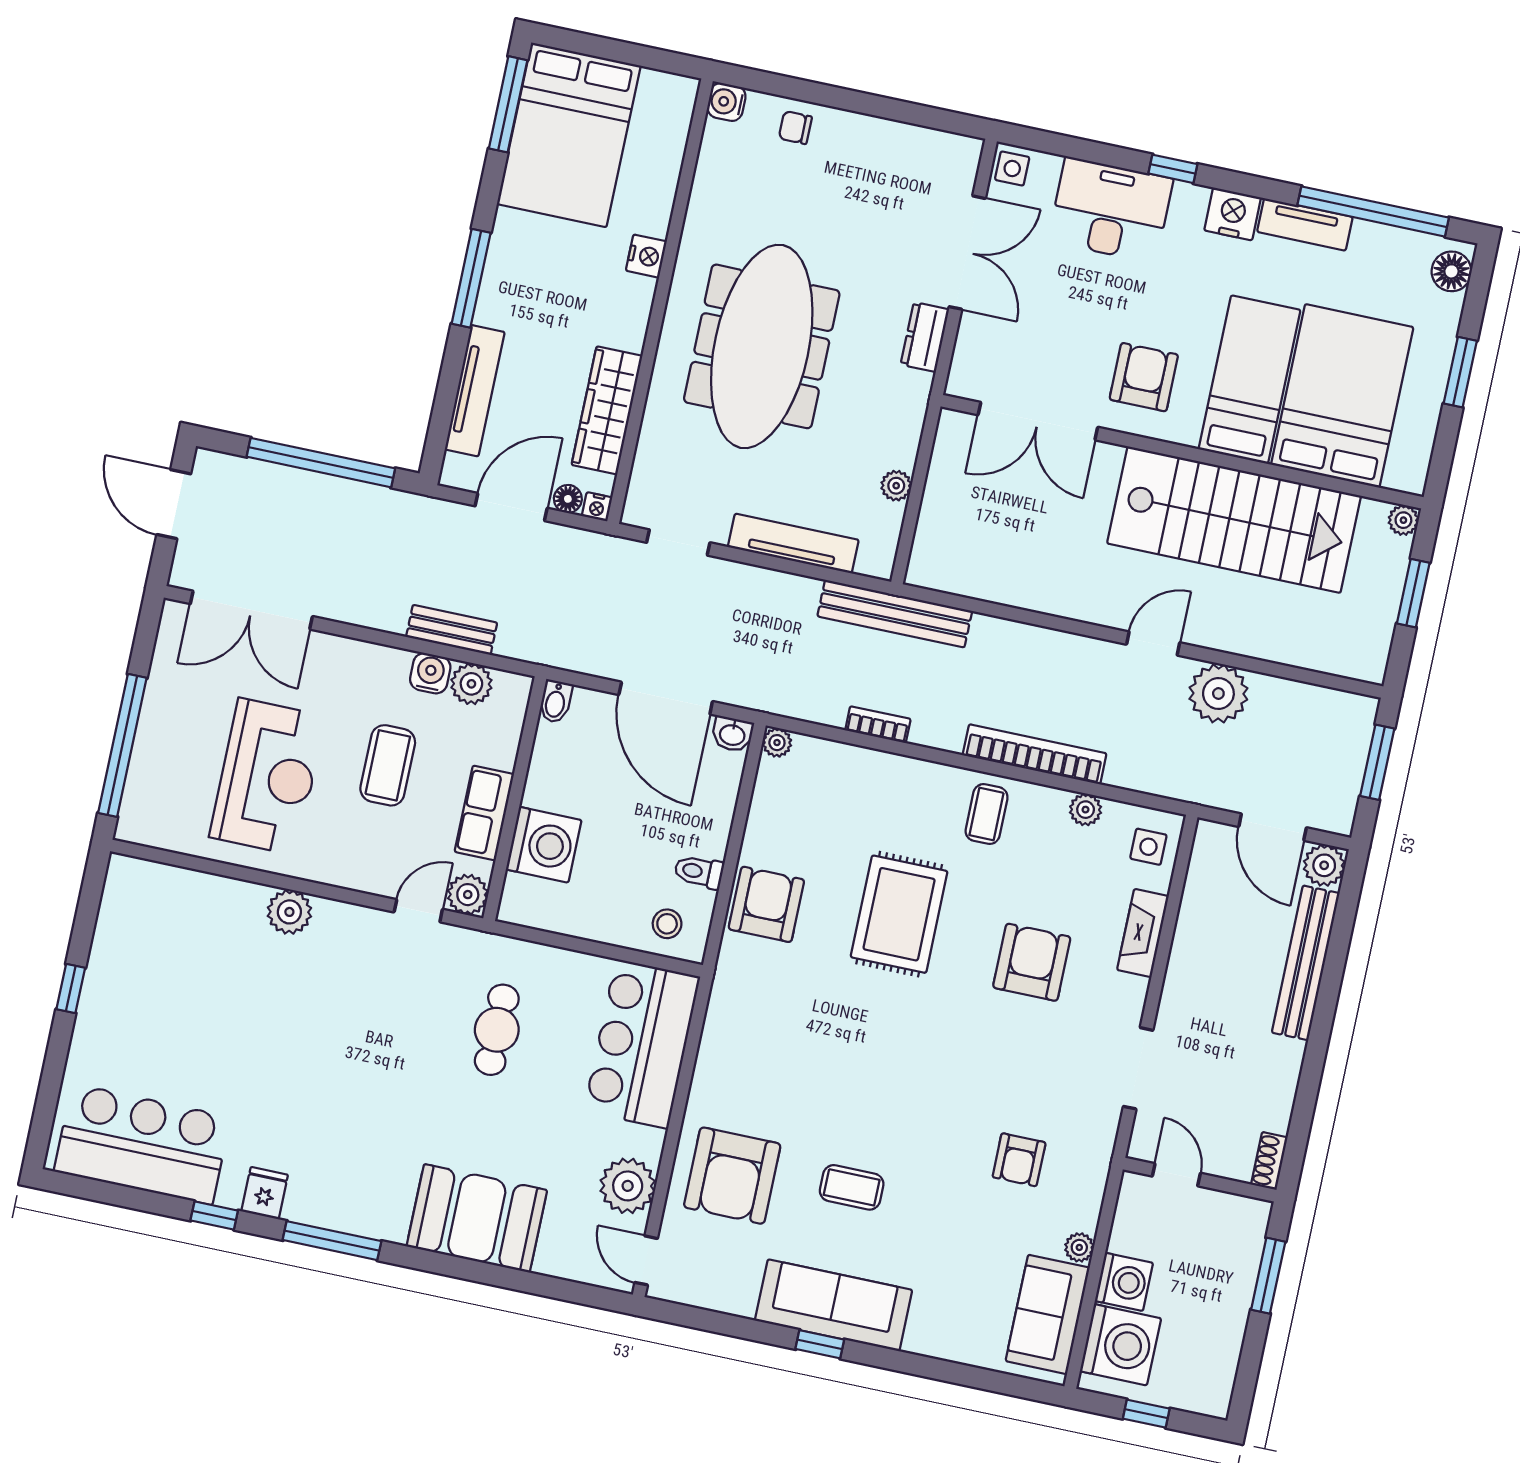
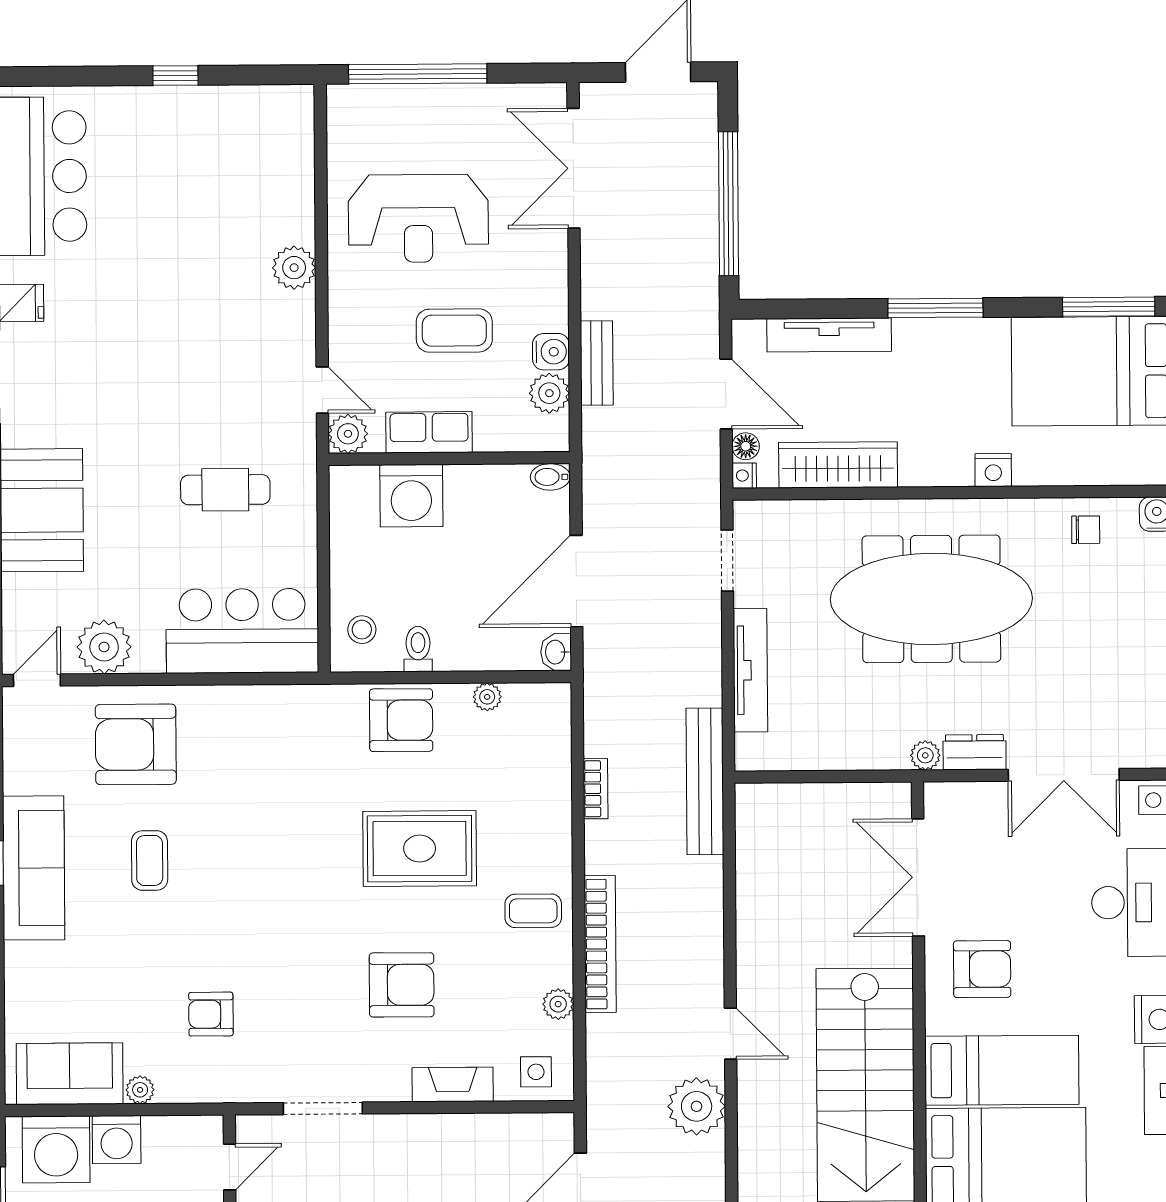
chair: (795, 128) -> (1086, 530), moved, turned 90
plant: (896, 486) -> (925, 755), moved
plant: (777, 743) -> (487, 697), moved

